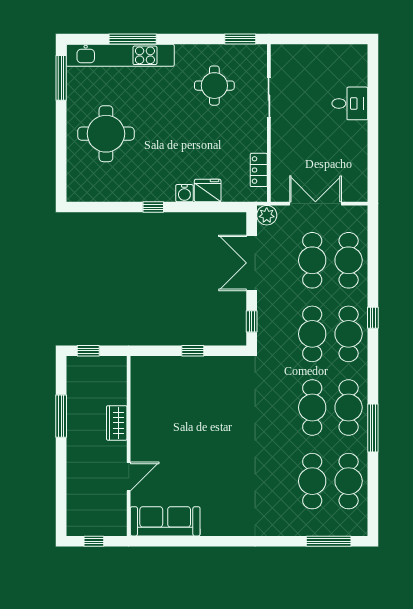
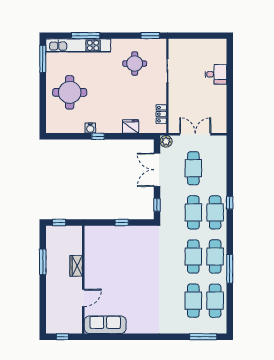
water cooler: (184, 193) -> (90, 128), moved
cafe table: (349, 260) -> (215, 168), removed

